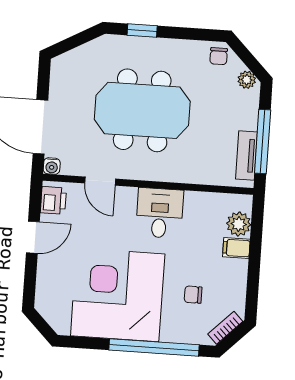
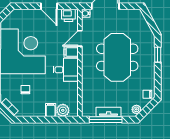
tv unit: (247, 155) -> (109, 112), moved
filing cabinet: (126, 200) -> (71, 52), added

